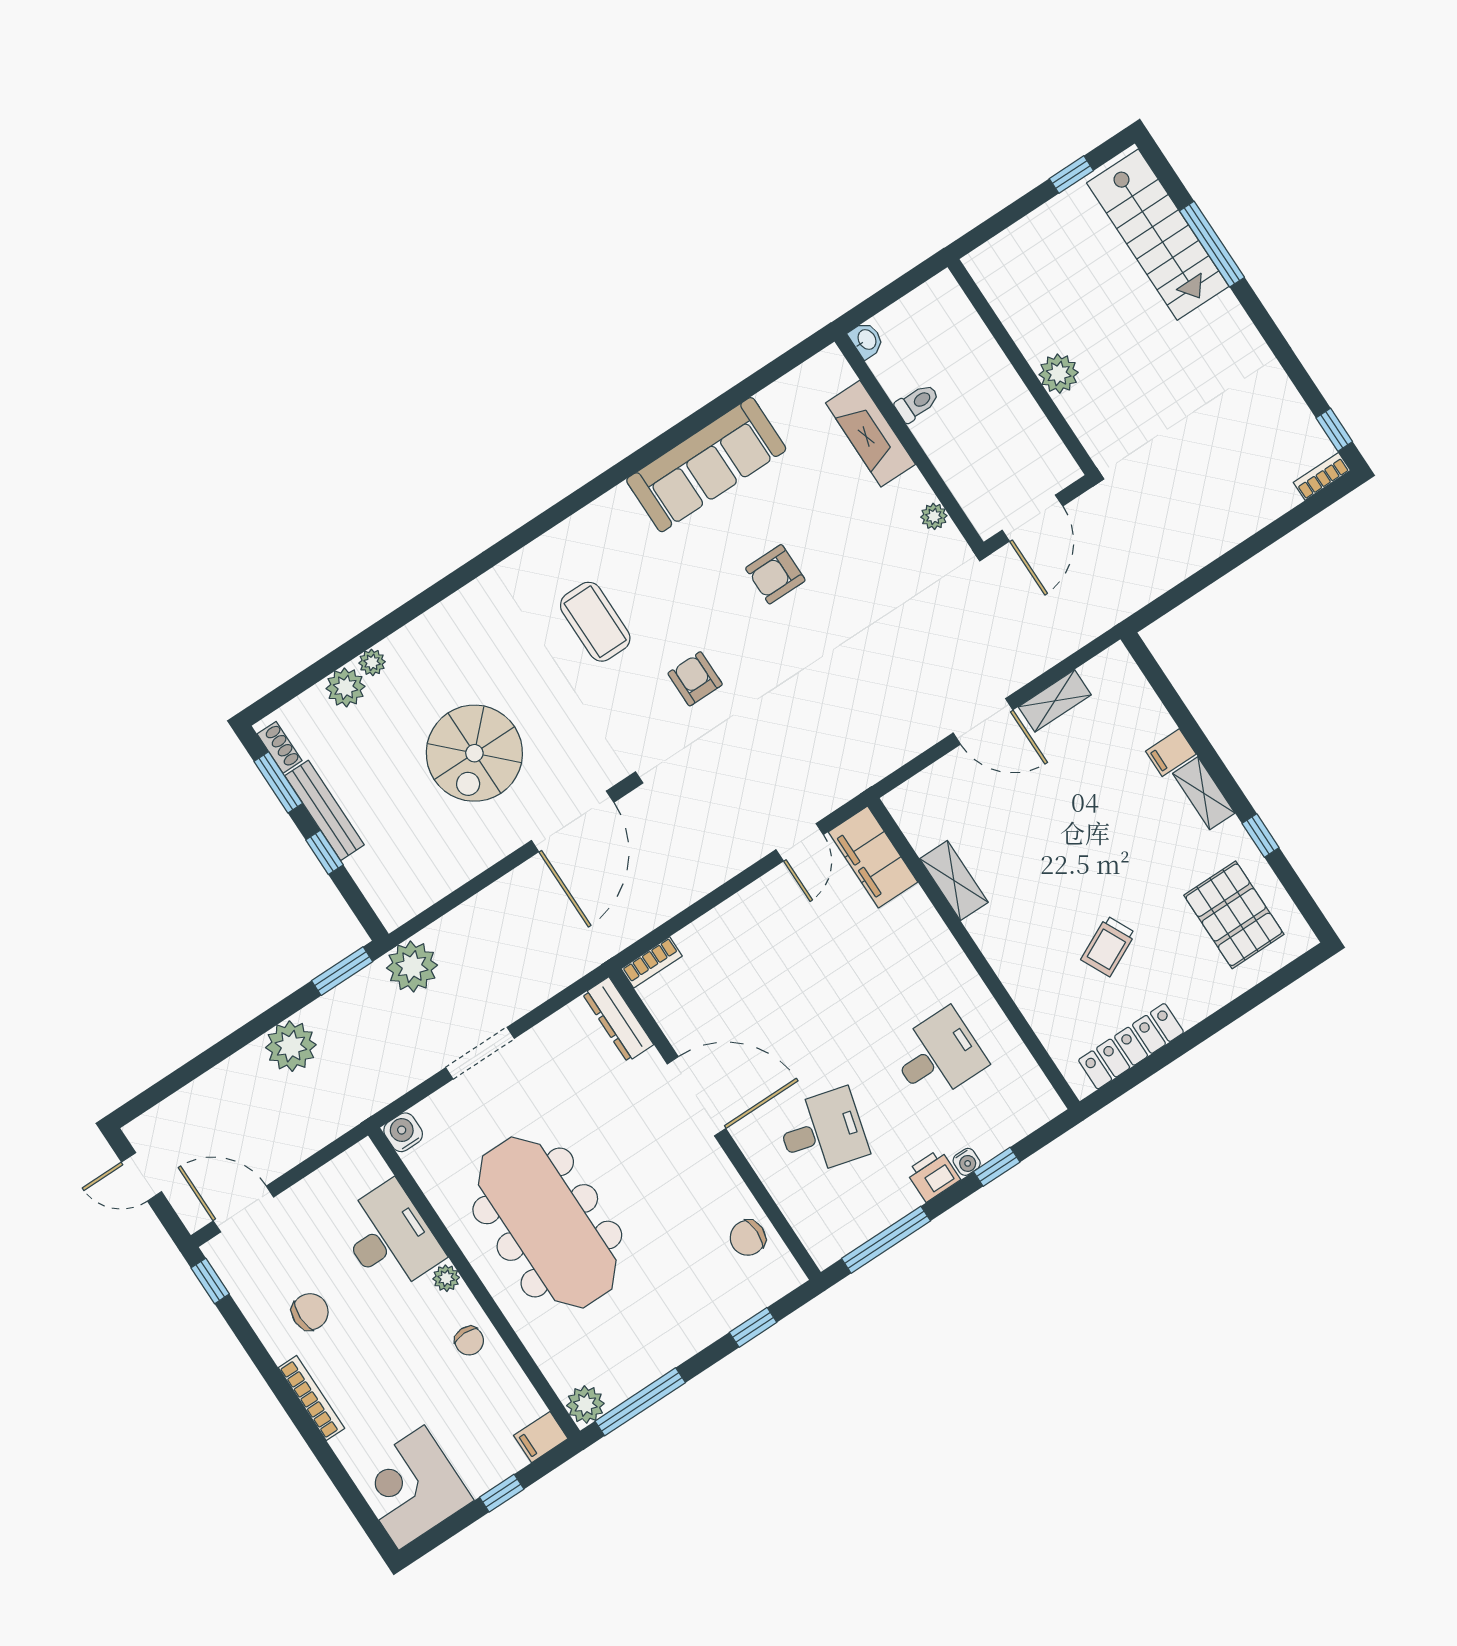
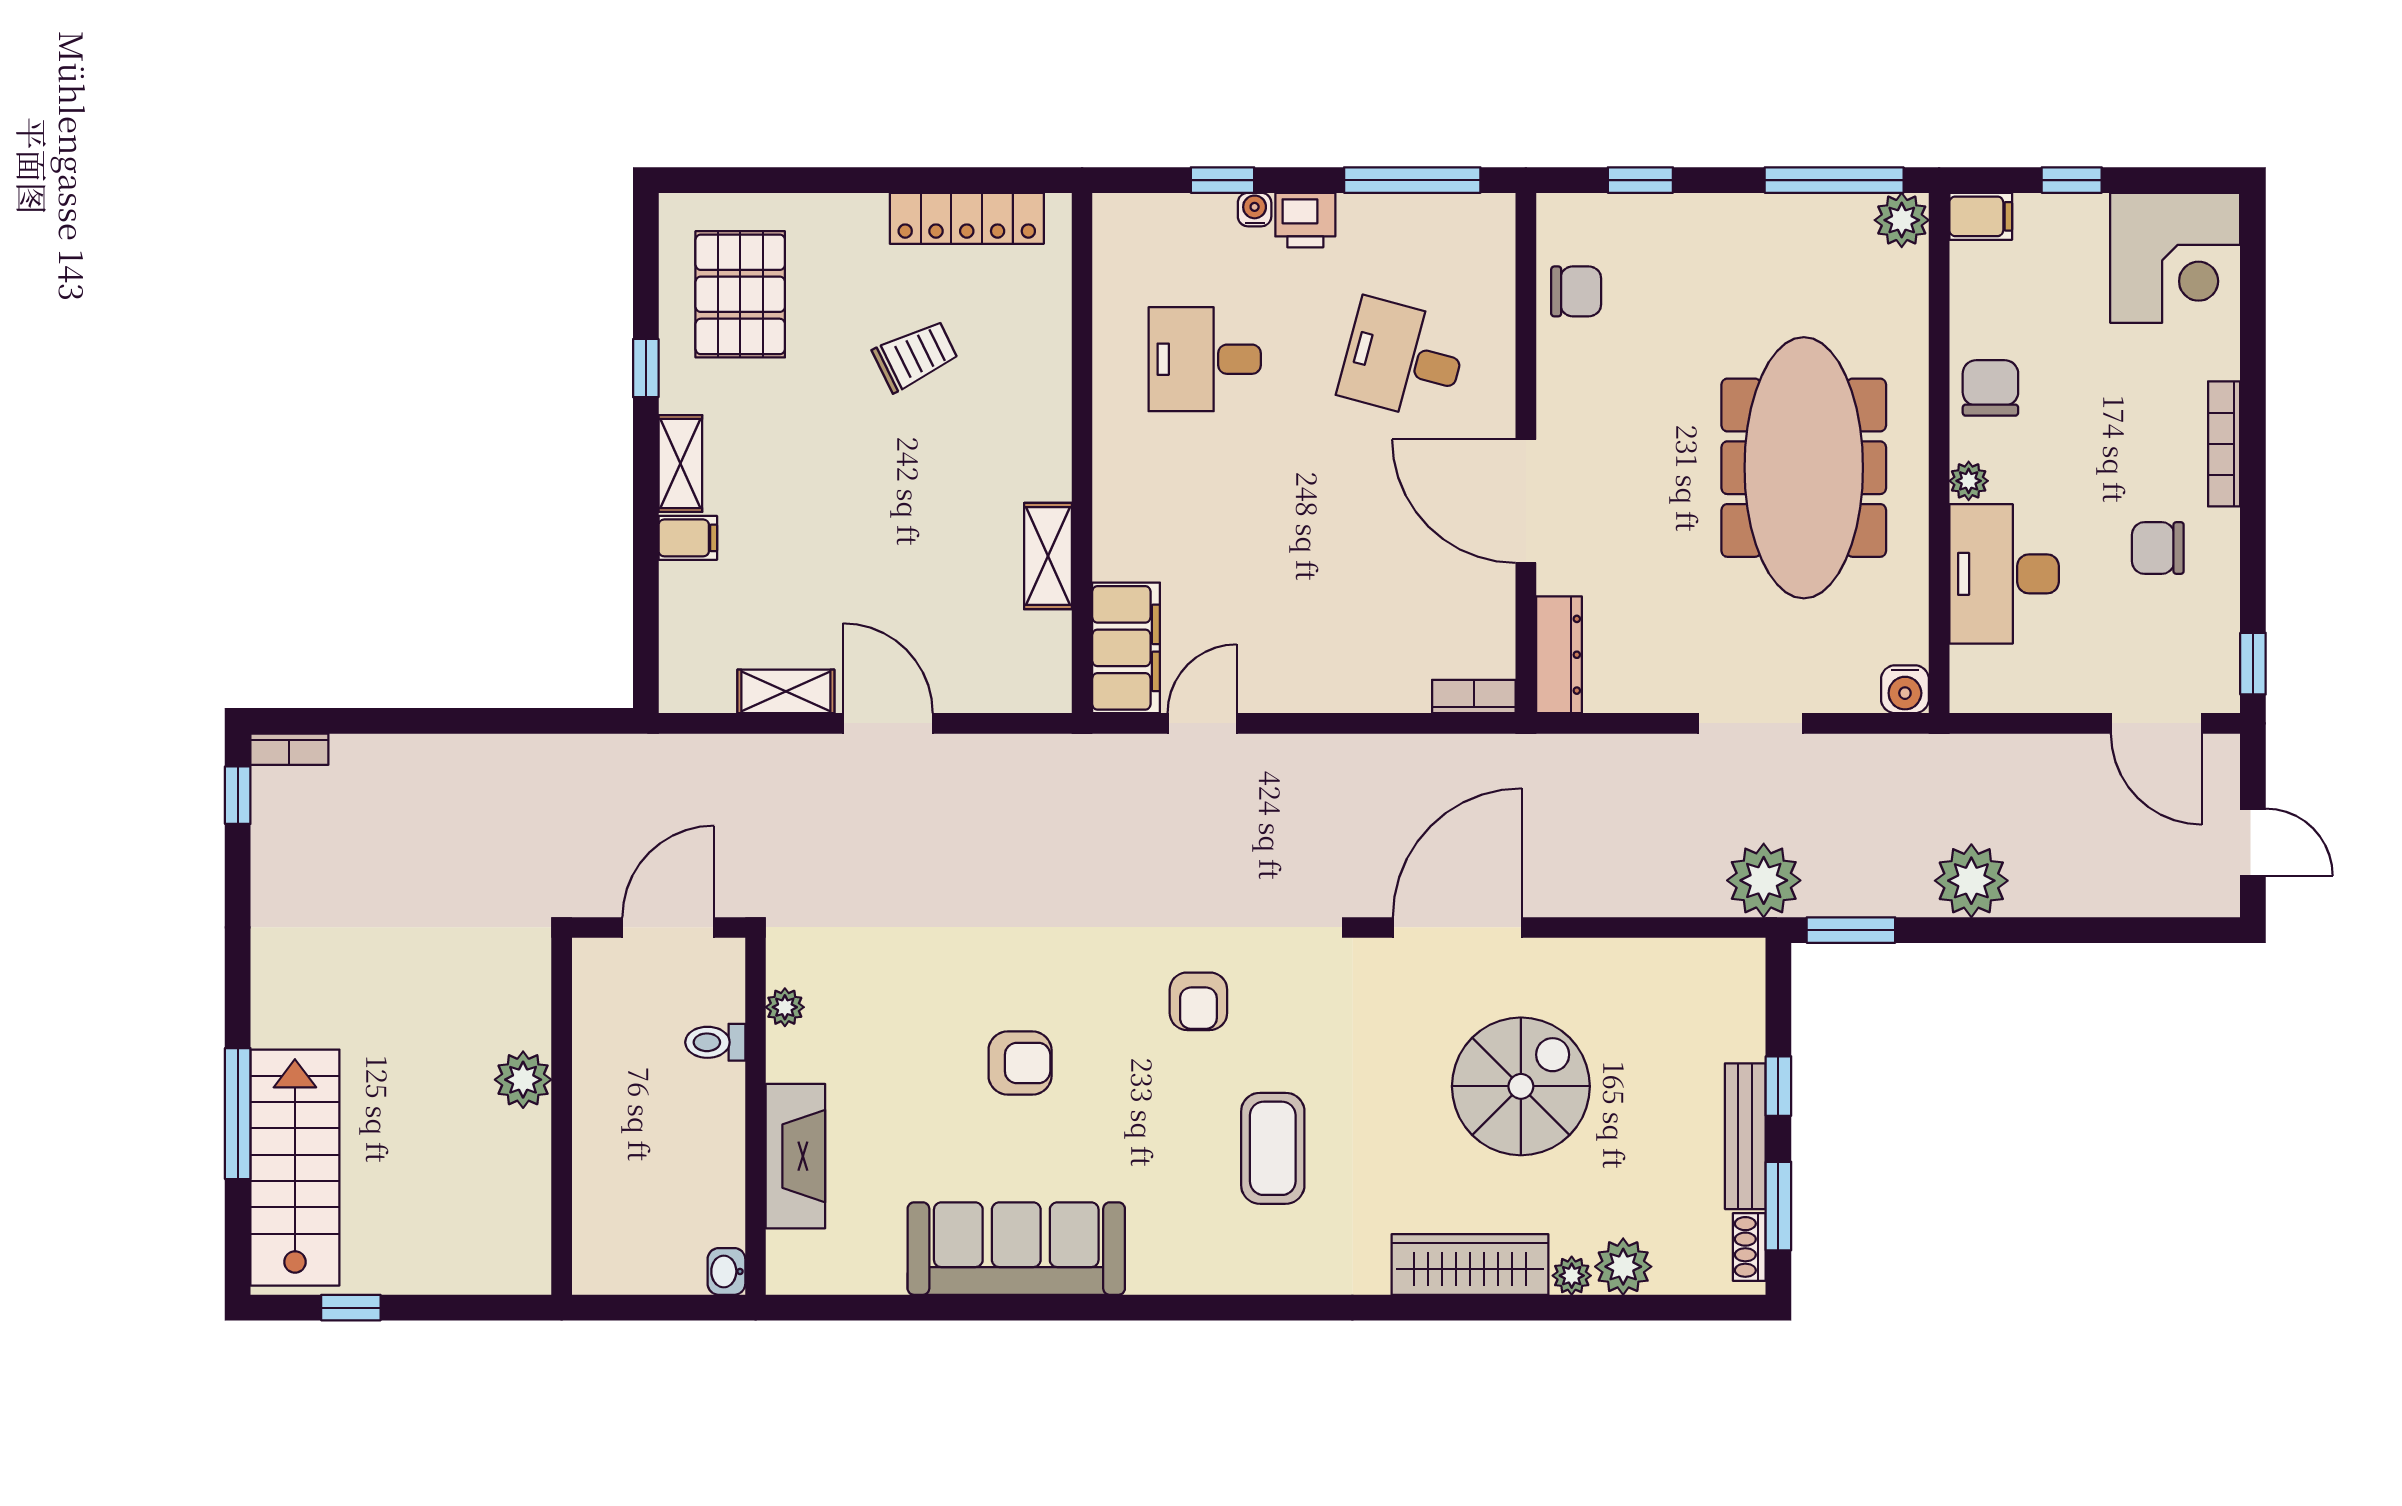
toilet: (917, 403) -> (715, 1042), moved
wardrobe: (436, 630) -> (1470, 1264), added
chair: (469, 1341) -> (1990, 388), width x1.37, depth x1.37

